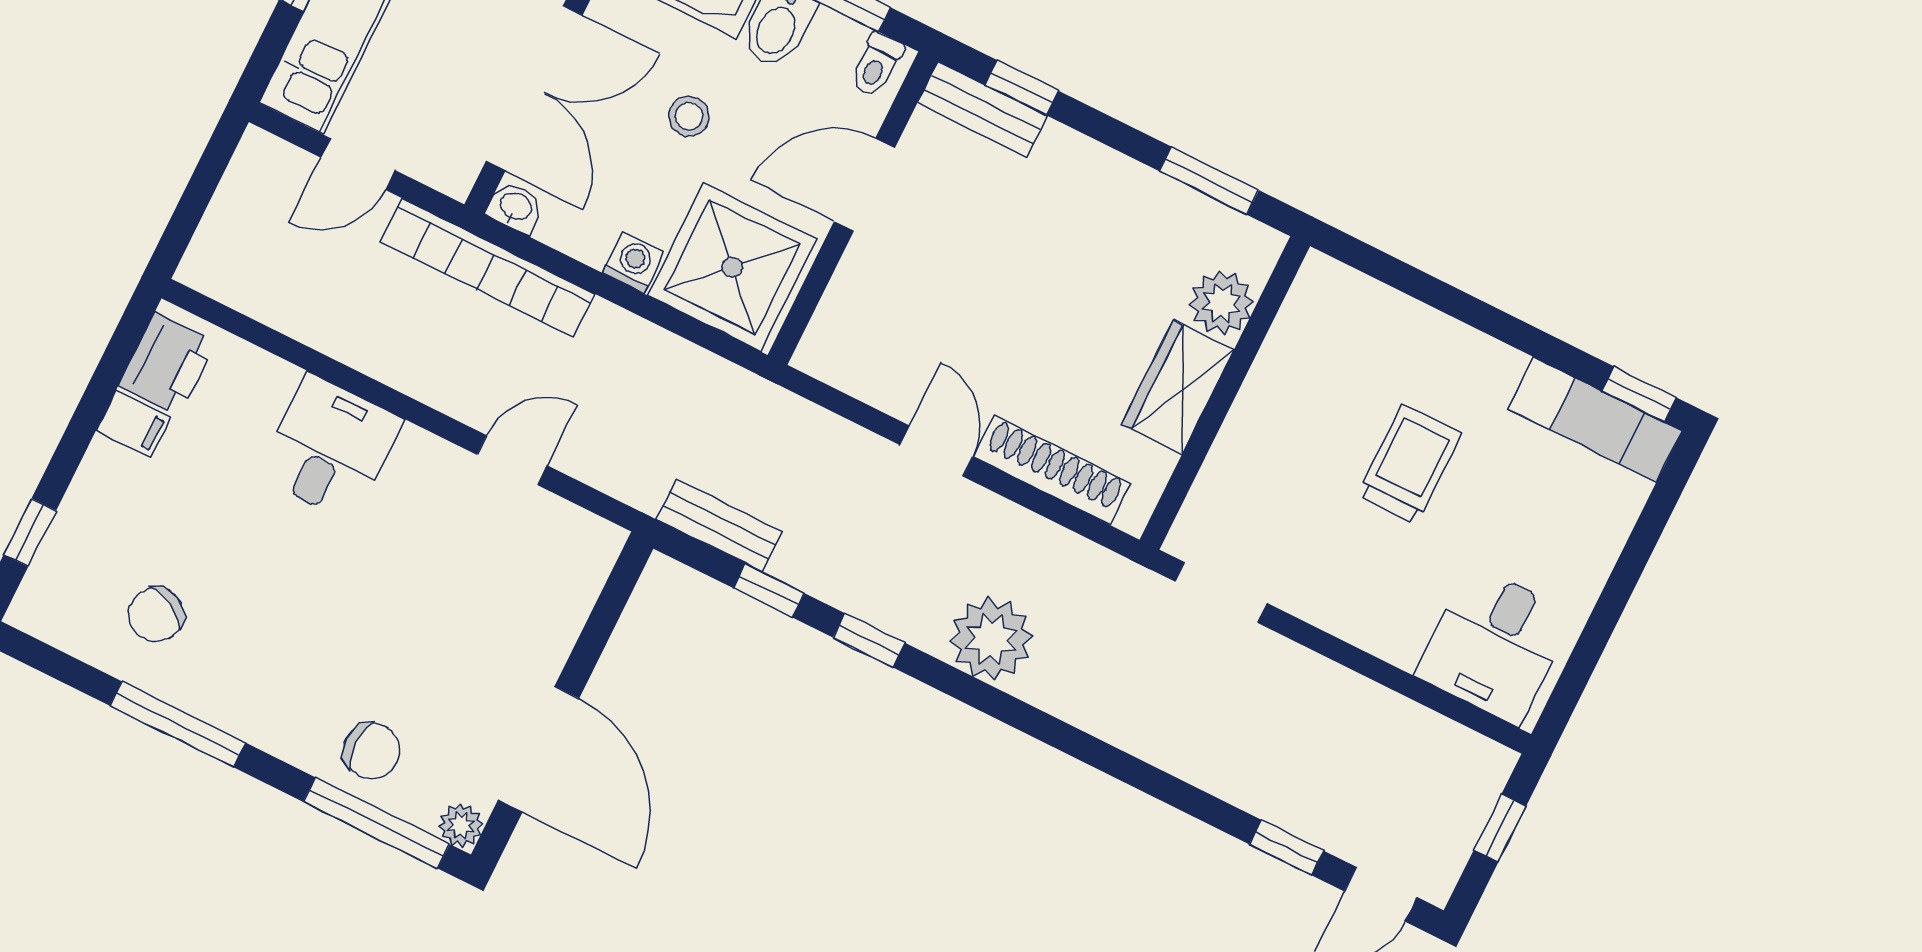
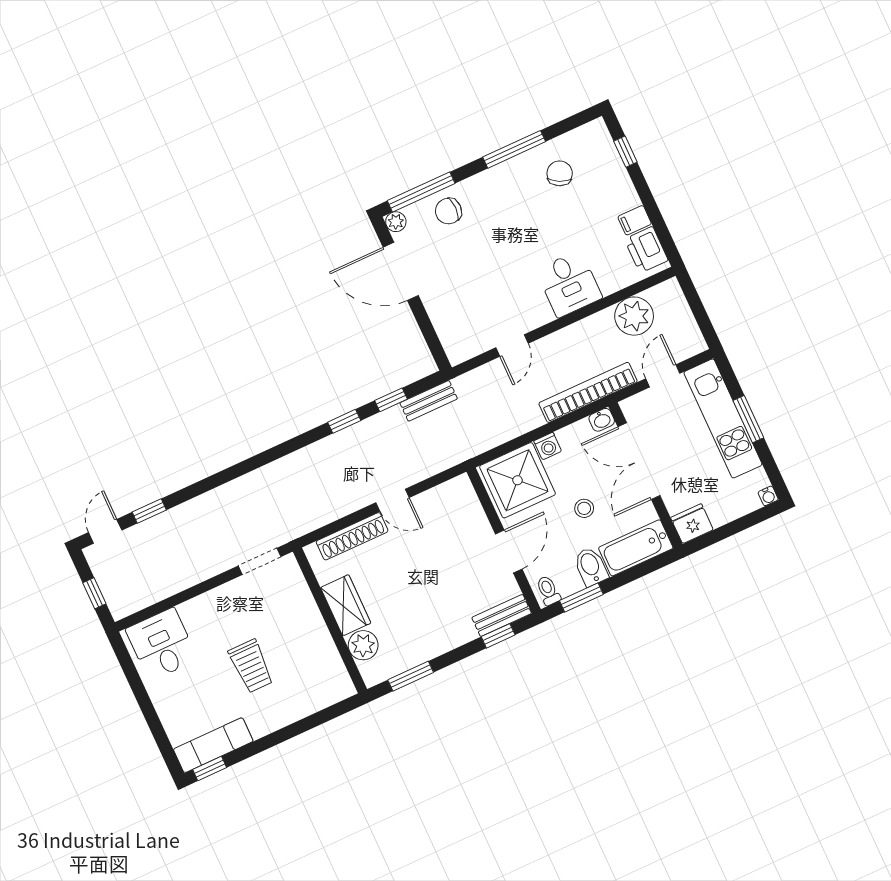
plant: (991, 639) -> (634, 316), moved

